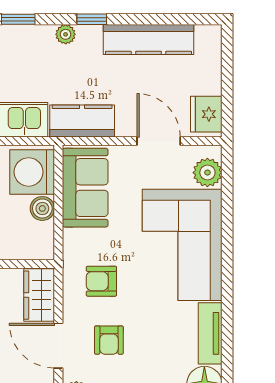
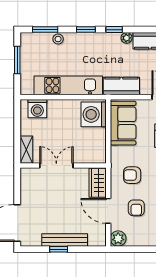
window: (92, 19) -> (114, 30), moved
plant: (66, 34) -> (127, 38), moved
boiler: (42, 208) -> (99, 135), removed

